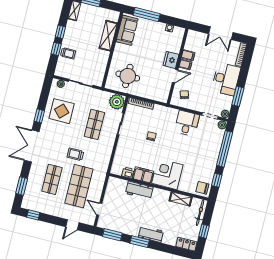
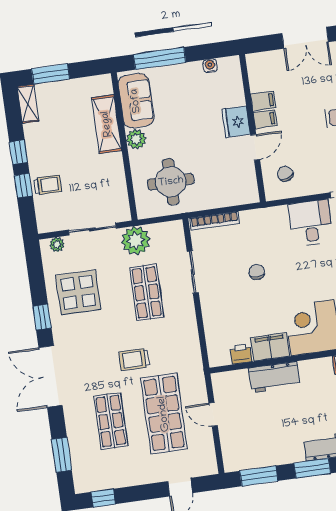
plant: (119, 49) -> (136, 139), added
plant: (117, 102) -> (136, 241), moved
door: (99, 209) -> (213, 414), moved

